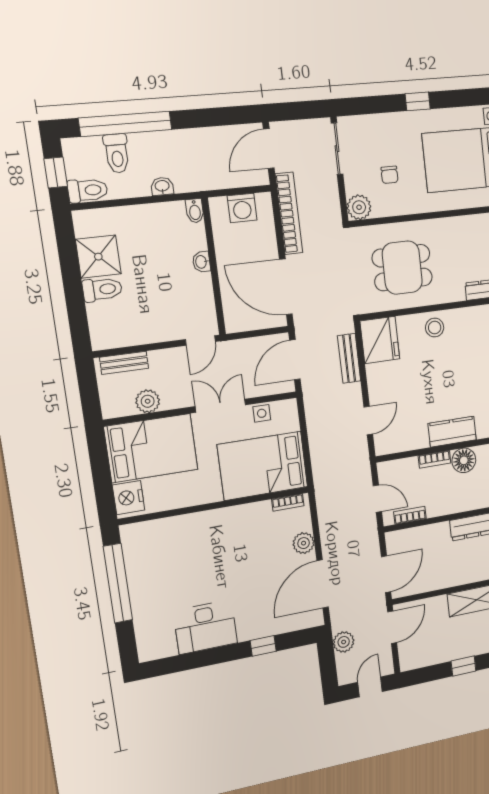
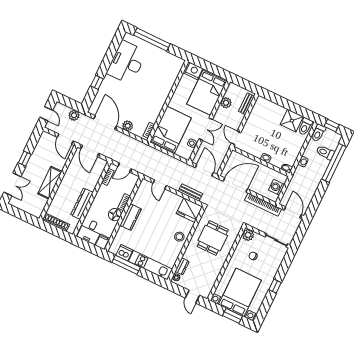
toilet: (102, 289) -> (305, 127), moved
window: (118, 583) -> (152, 40), moved
desk: (205, 627) -> (127, 62), width x1.36, depth x1.30

